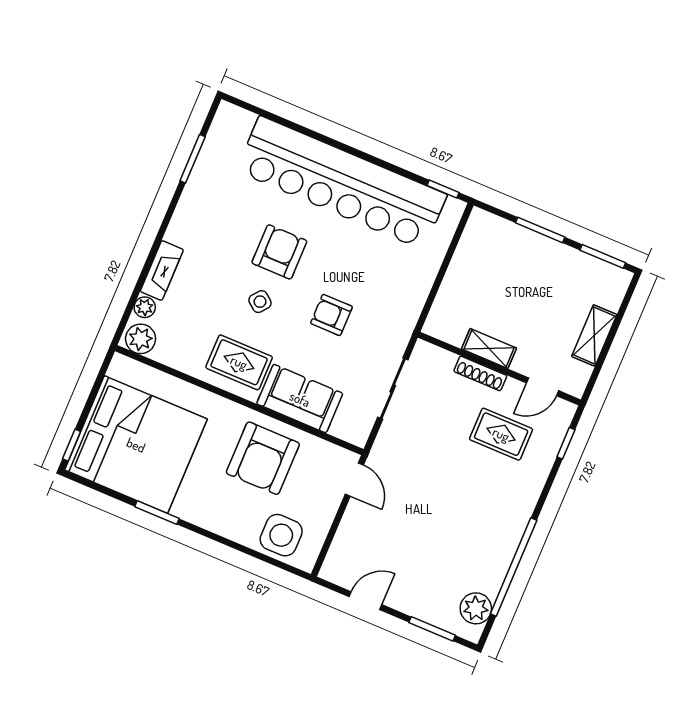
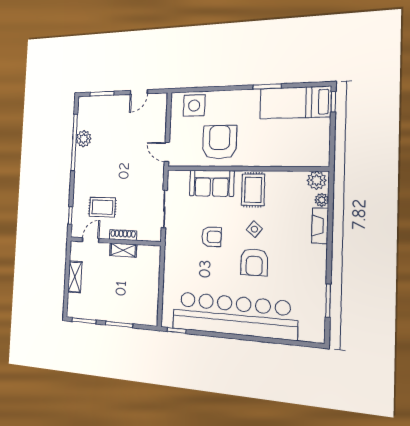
rug: (239, 362) -> (253, 190), turned 90
bed: (136, 445) -> (295, 103), width x0.49
plant: (476, 608) -> (84, 139), moved

